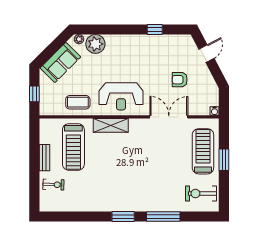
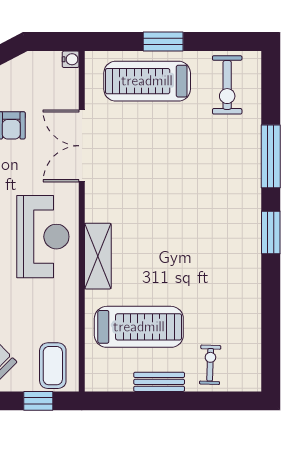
coffee table: (78, 102) -> (53, 366), moved

